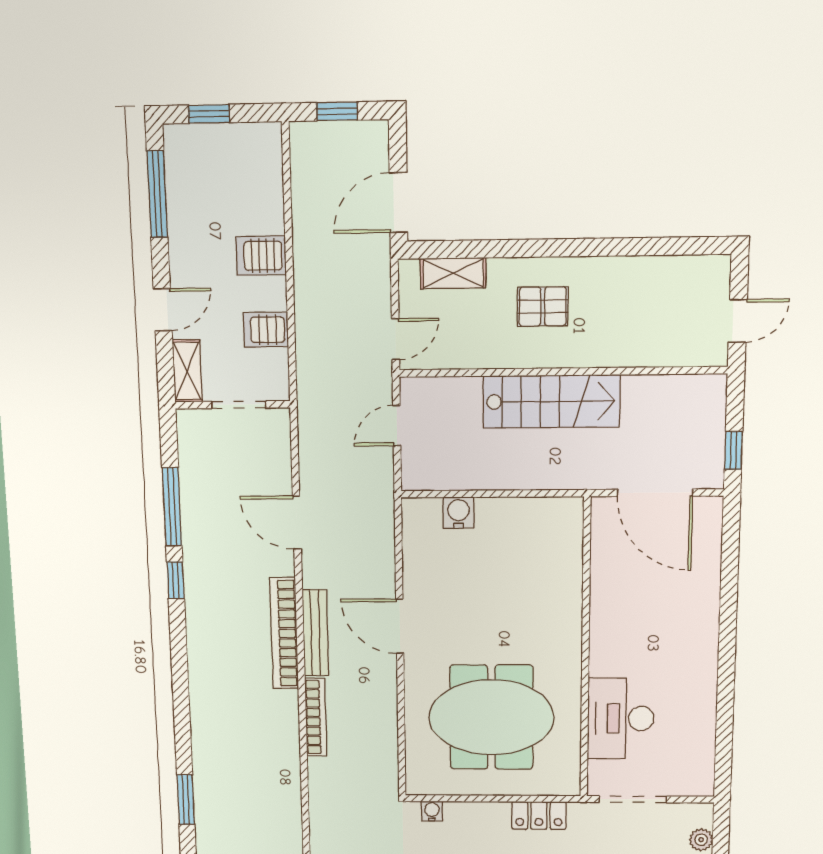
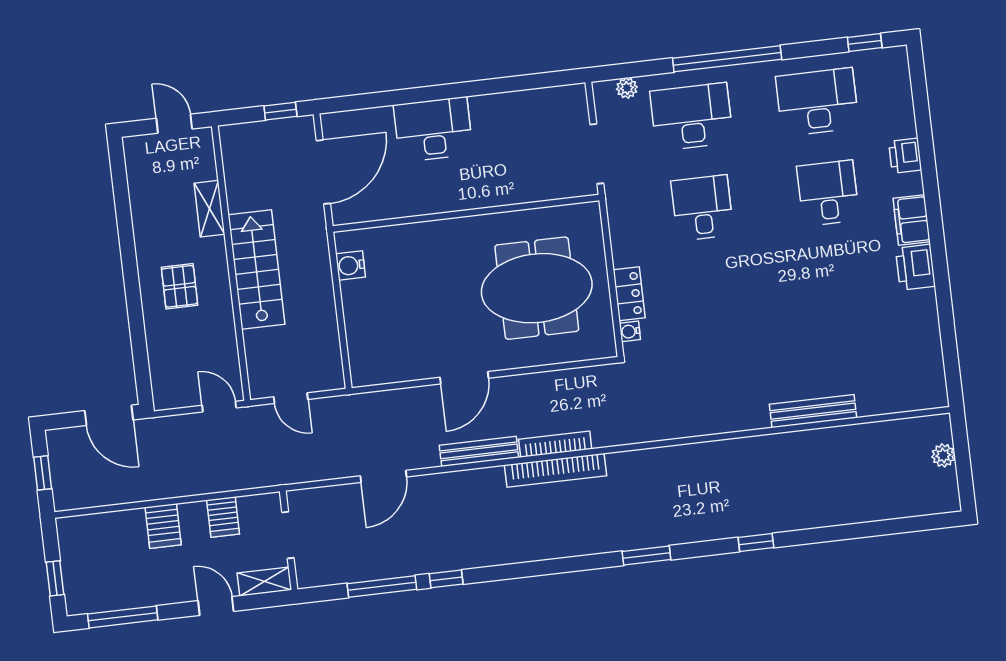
shelving: (453, 273) -> (209, 209), moved
water cooler: (459, 513) -> (351, 265), moved
bookcase: (284, 633) -> (556, 470), moved
meeting table: (491, 717) -> (537, 288), turned 90
desk: (621, 718) -> (433, 129), moved, turned 180
locker: (539, 816) -> (629, 294), moved

